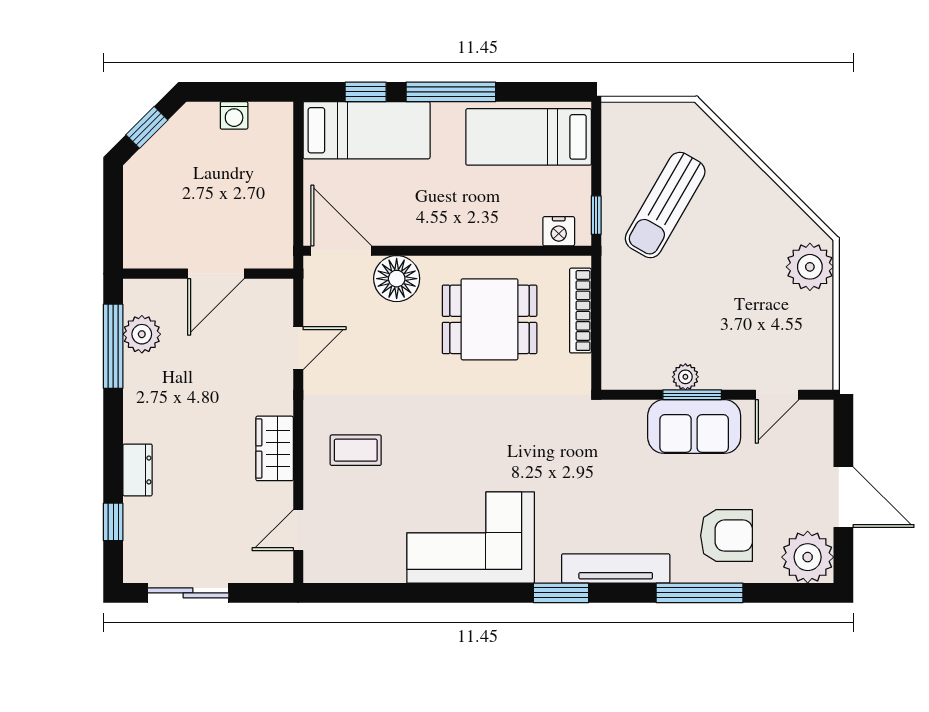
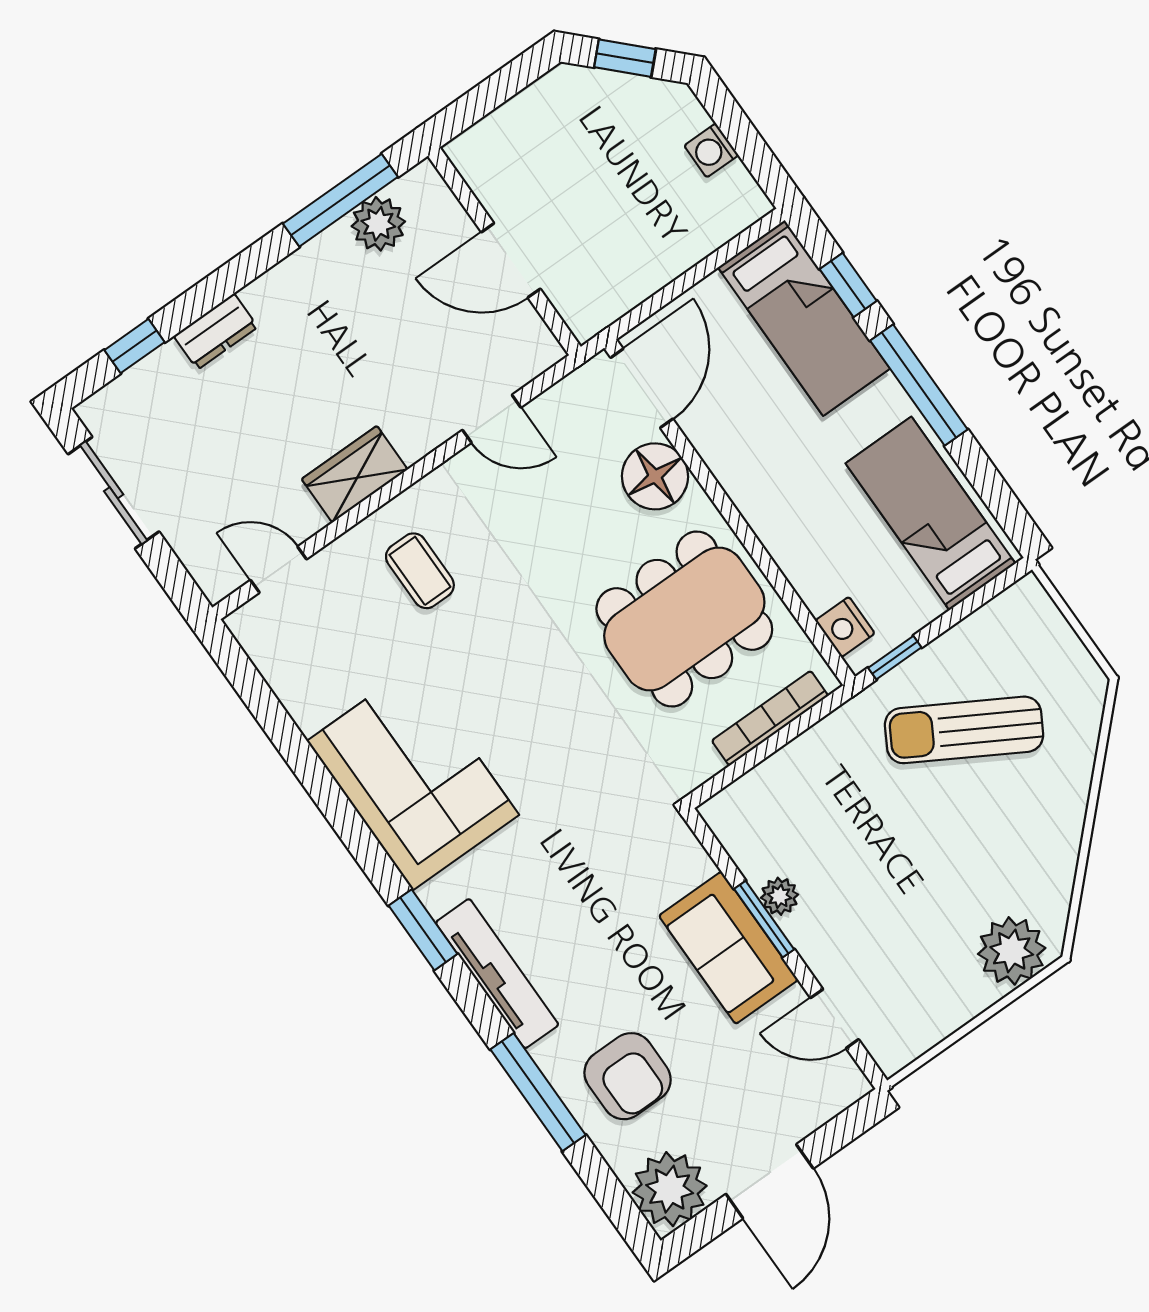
dining table: (490, 319) -> (684, 619), width x1.37

